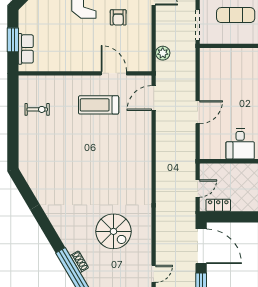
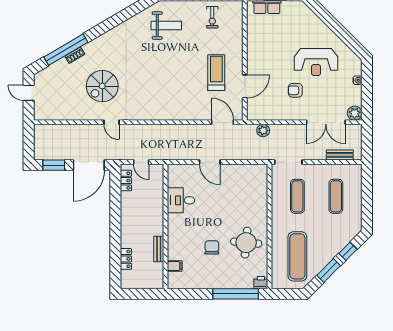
weight bench: (46, 160) -> (166, 25), added
door: (154, 274) -> (111, 122), moved

